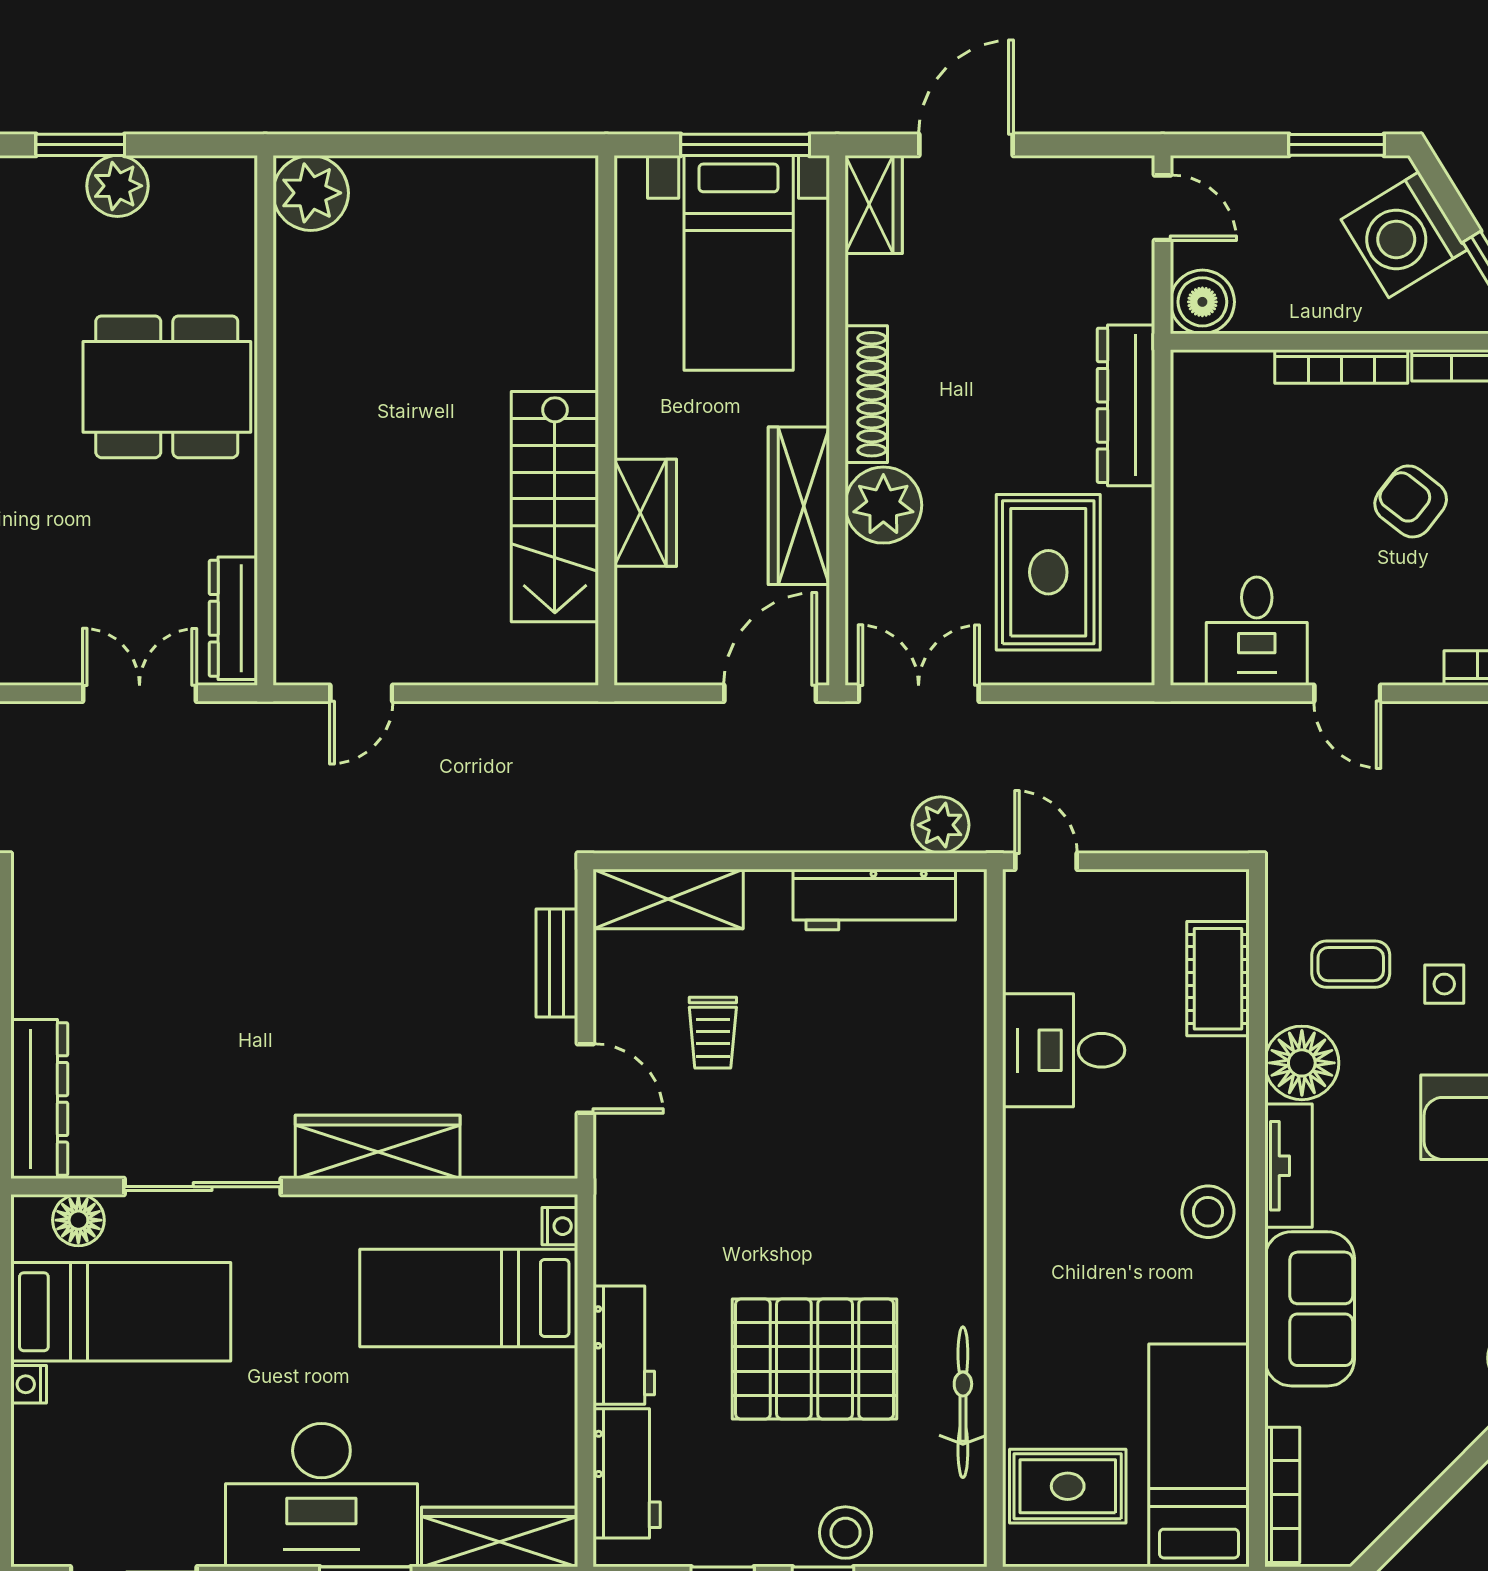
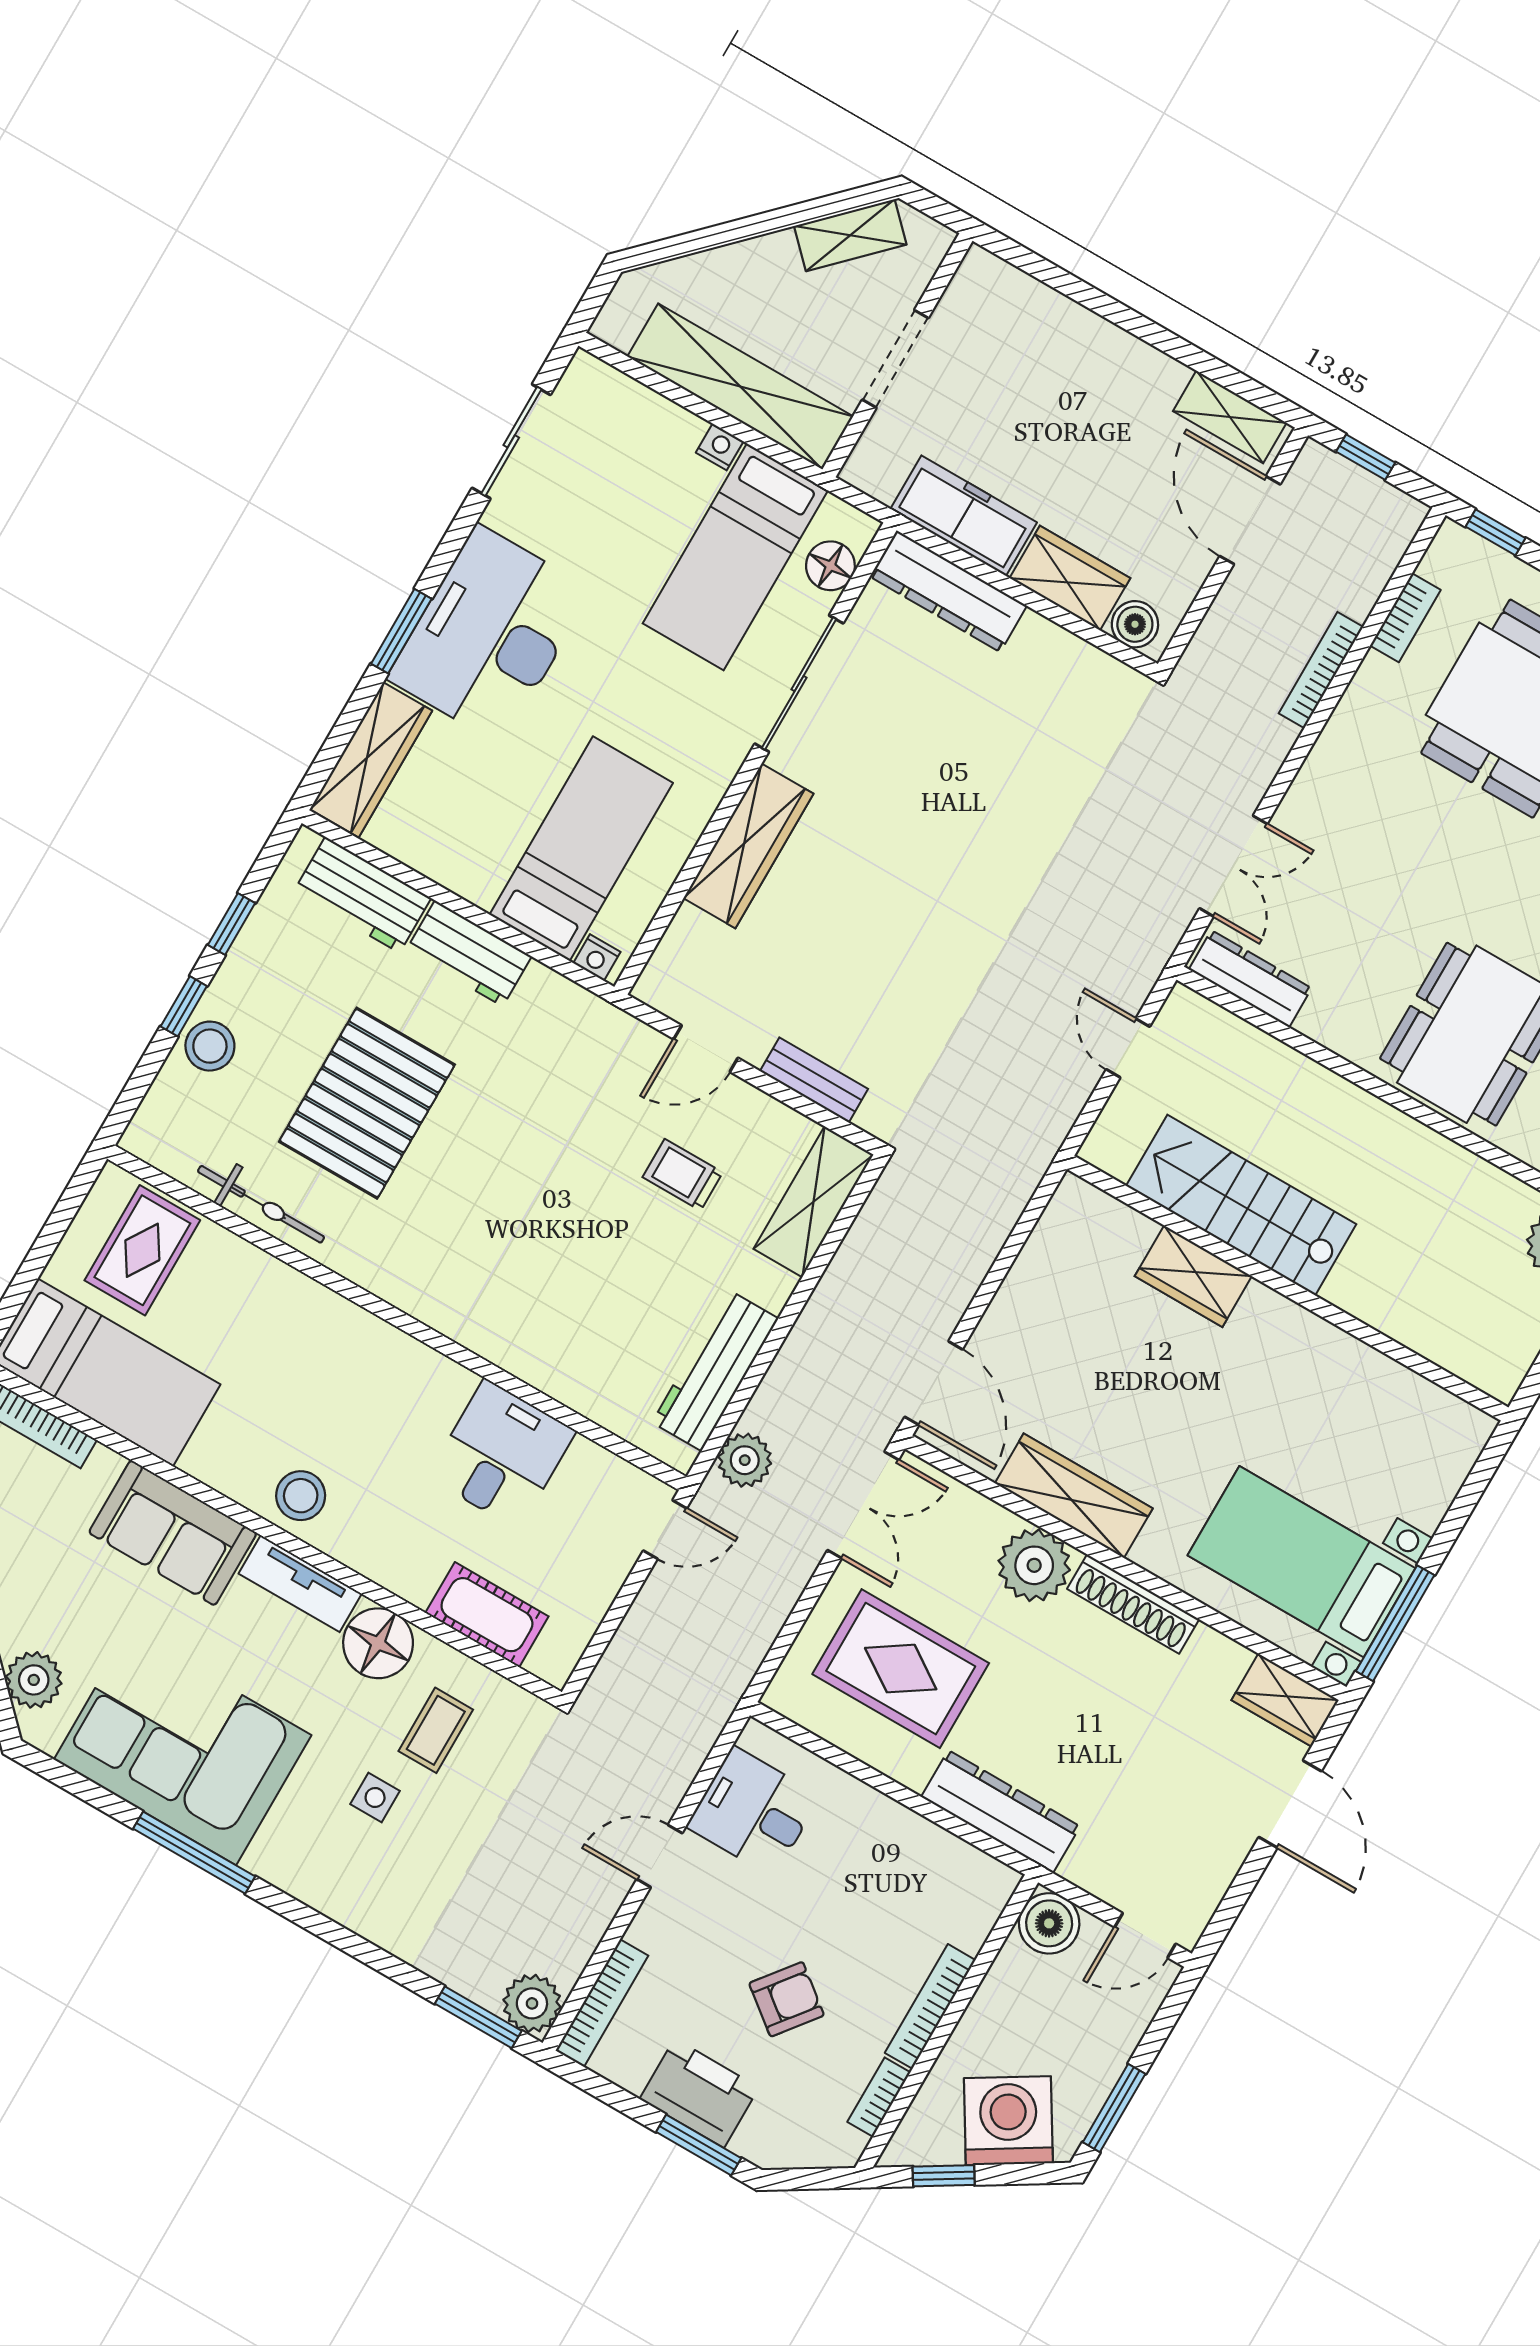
wall: (606, 420) -> (1288, 1288), moved
stairs: (555, 507) -> (1241, 1205), moved
wardrobe: (645, 513) -> (1193, 1276), moved

